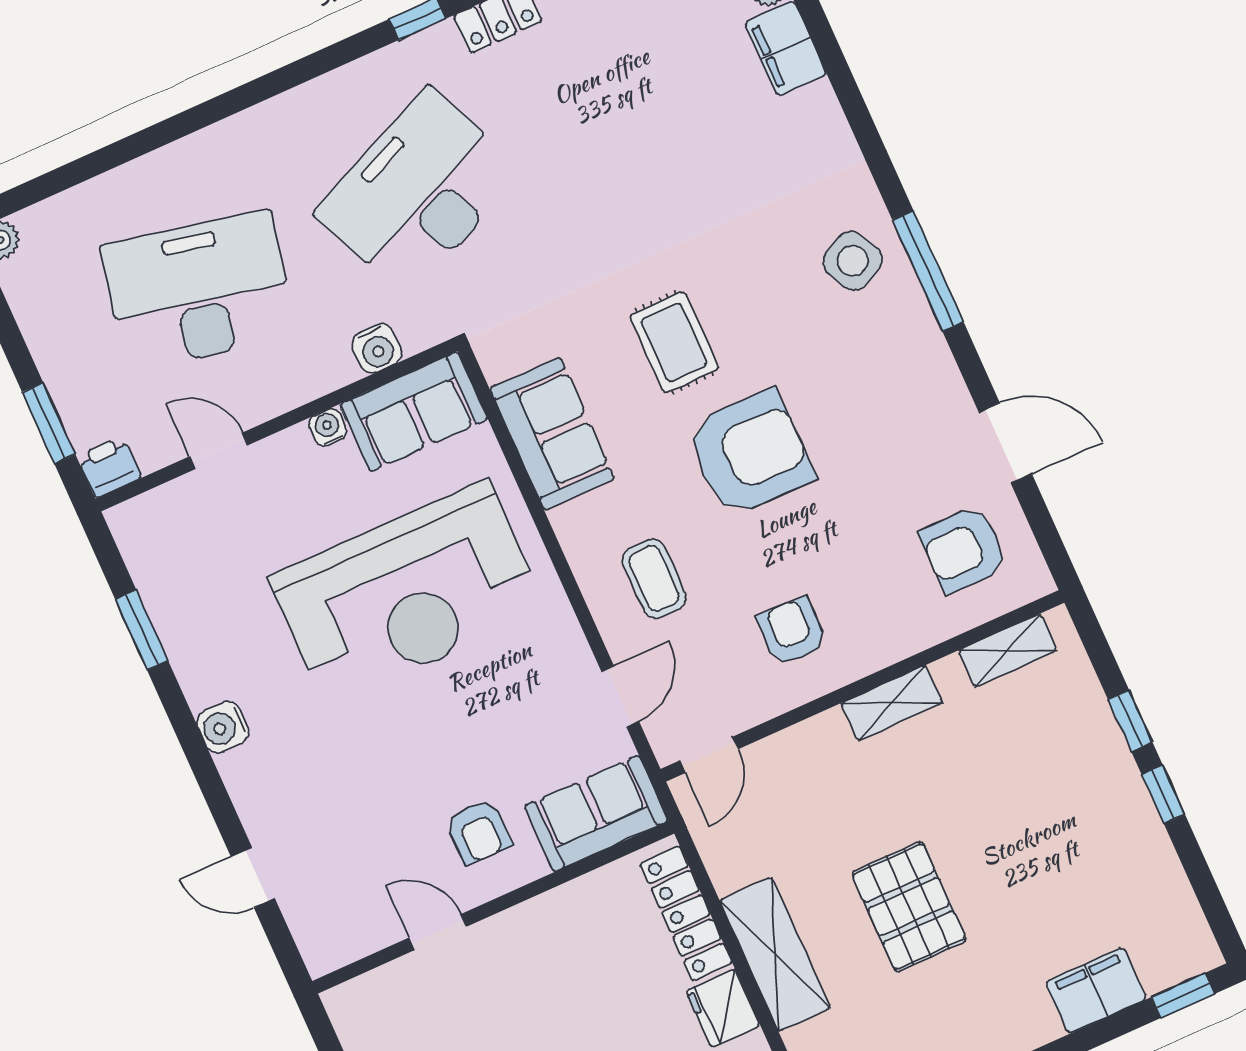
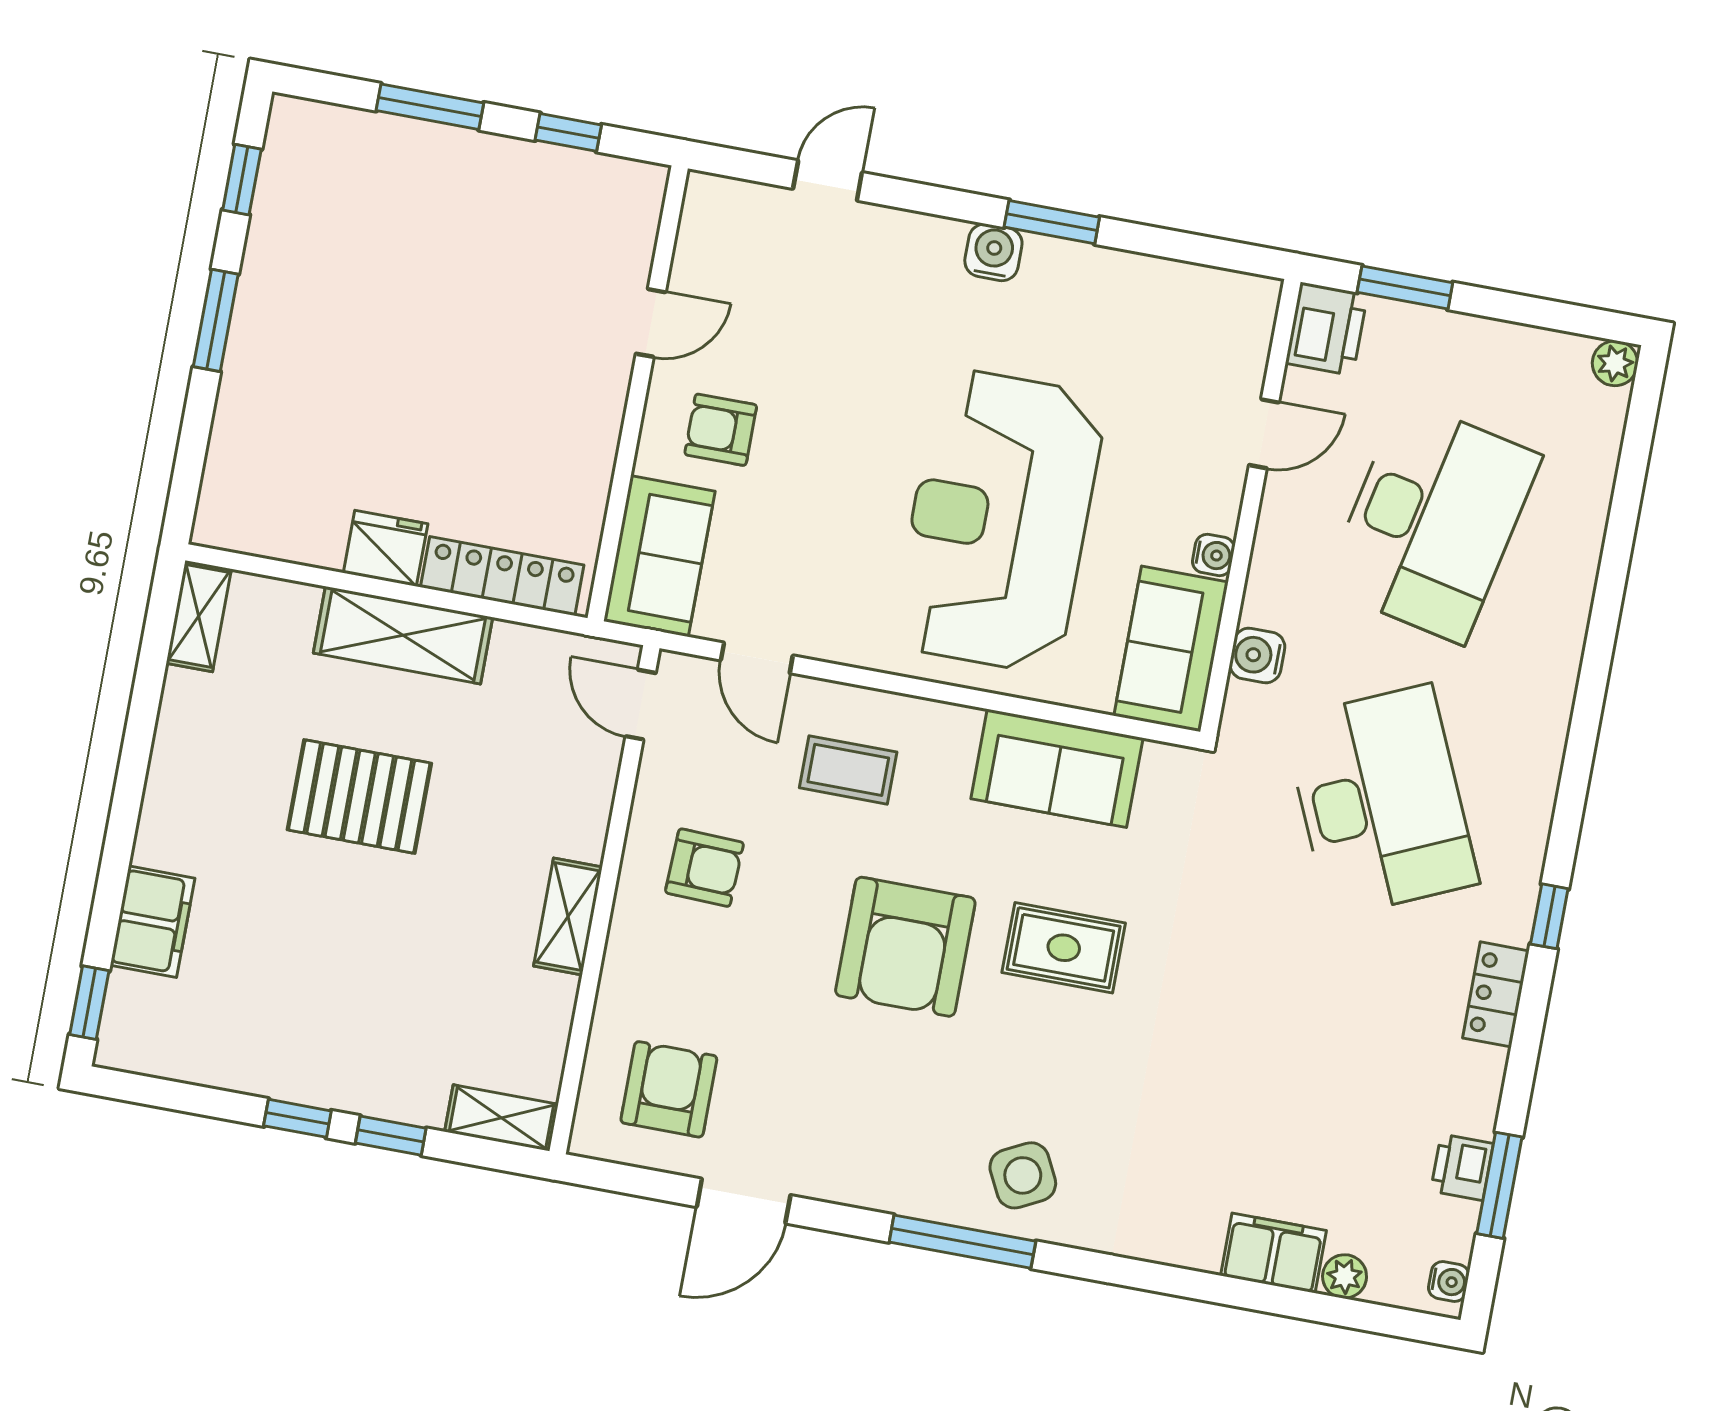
printer: (109, 467) -> (1327, 329), width x1.36, depth x1.24
window: (142, 630) -> (1052, 222), moved
shelving: (1007, 651) -> (502, 1118), moved, turned 90

